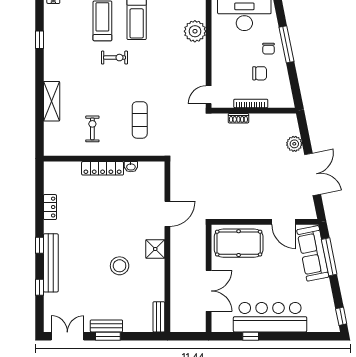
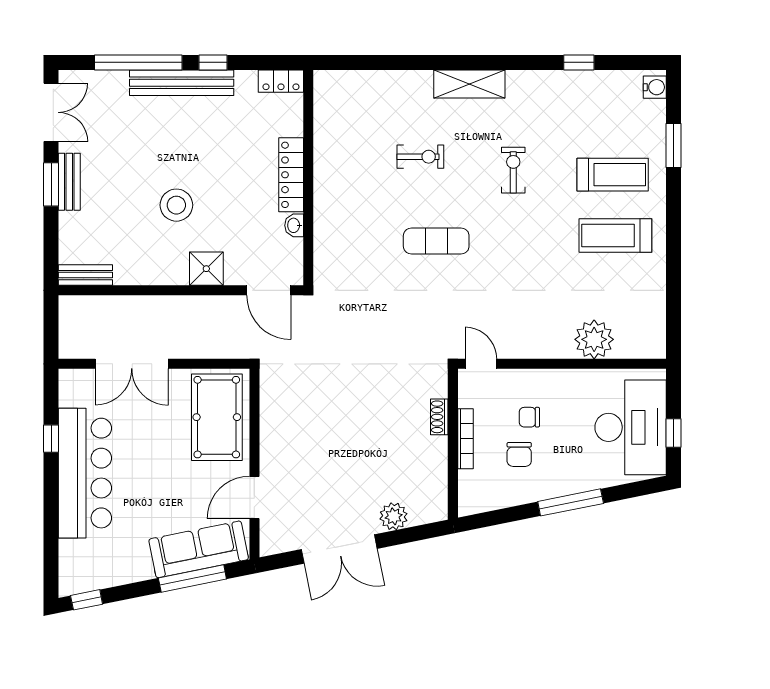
chair: (268, 49) -> (529, 417), moved
exercise bike: (115, 58) -> (513, 170), moved, turned 180
wall: (104, 159) -> (308, 178), moved
washbasin: (131, 167) -> (294, 225), moved
locker: (103, 168) -> (291, 175), moved
window: (39, 287) -> (138, 62), width x3.17

